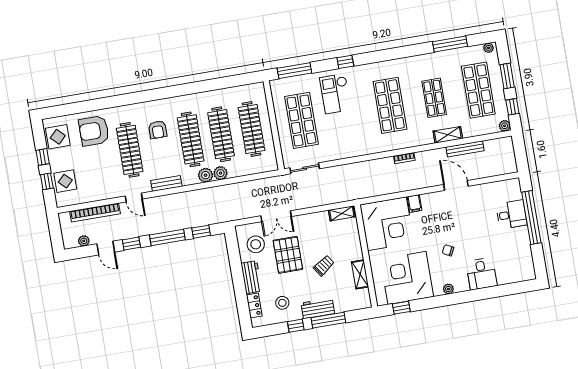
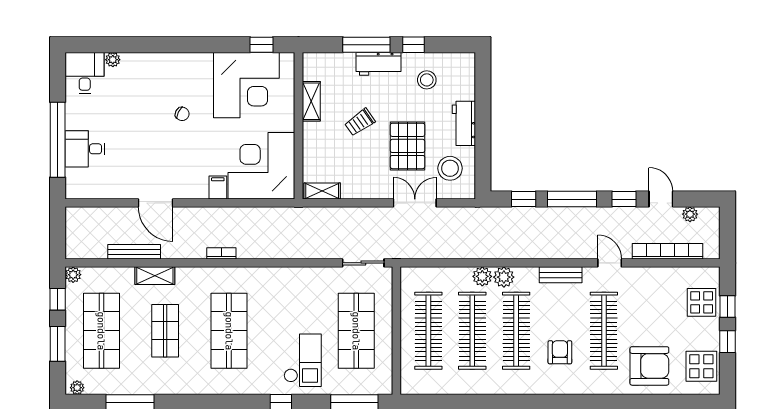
desk: (482, 274) -> (85, 73), moved
plant: (448, 289) -> (113, 60), moved
locker: (254, 306) -> (467, 83), removed

